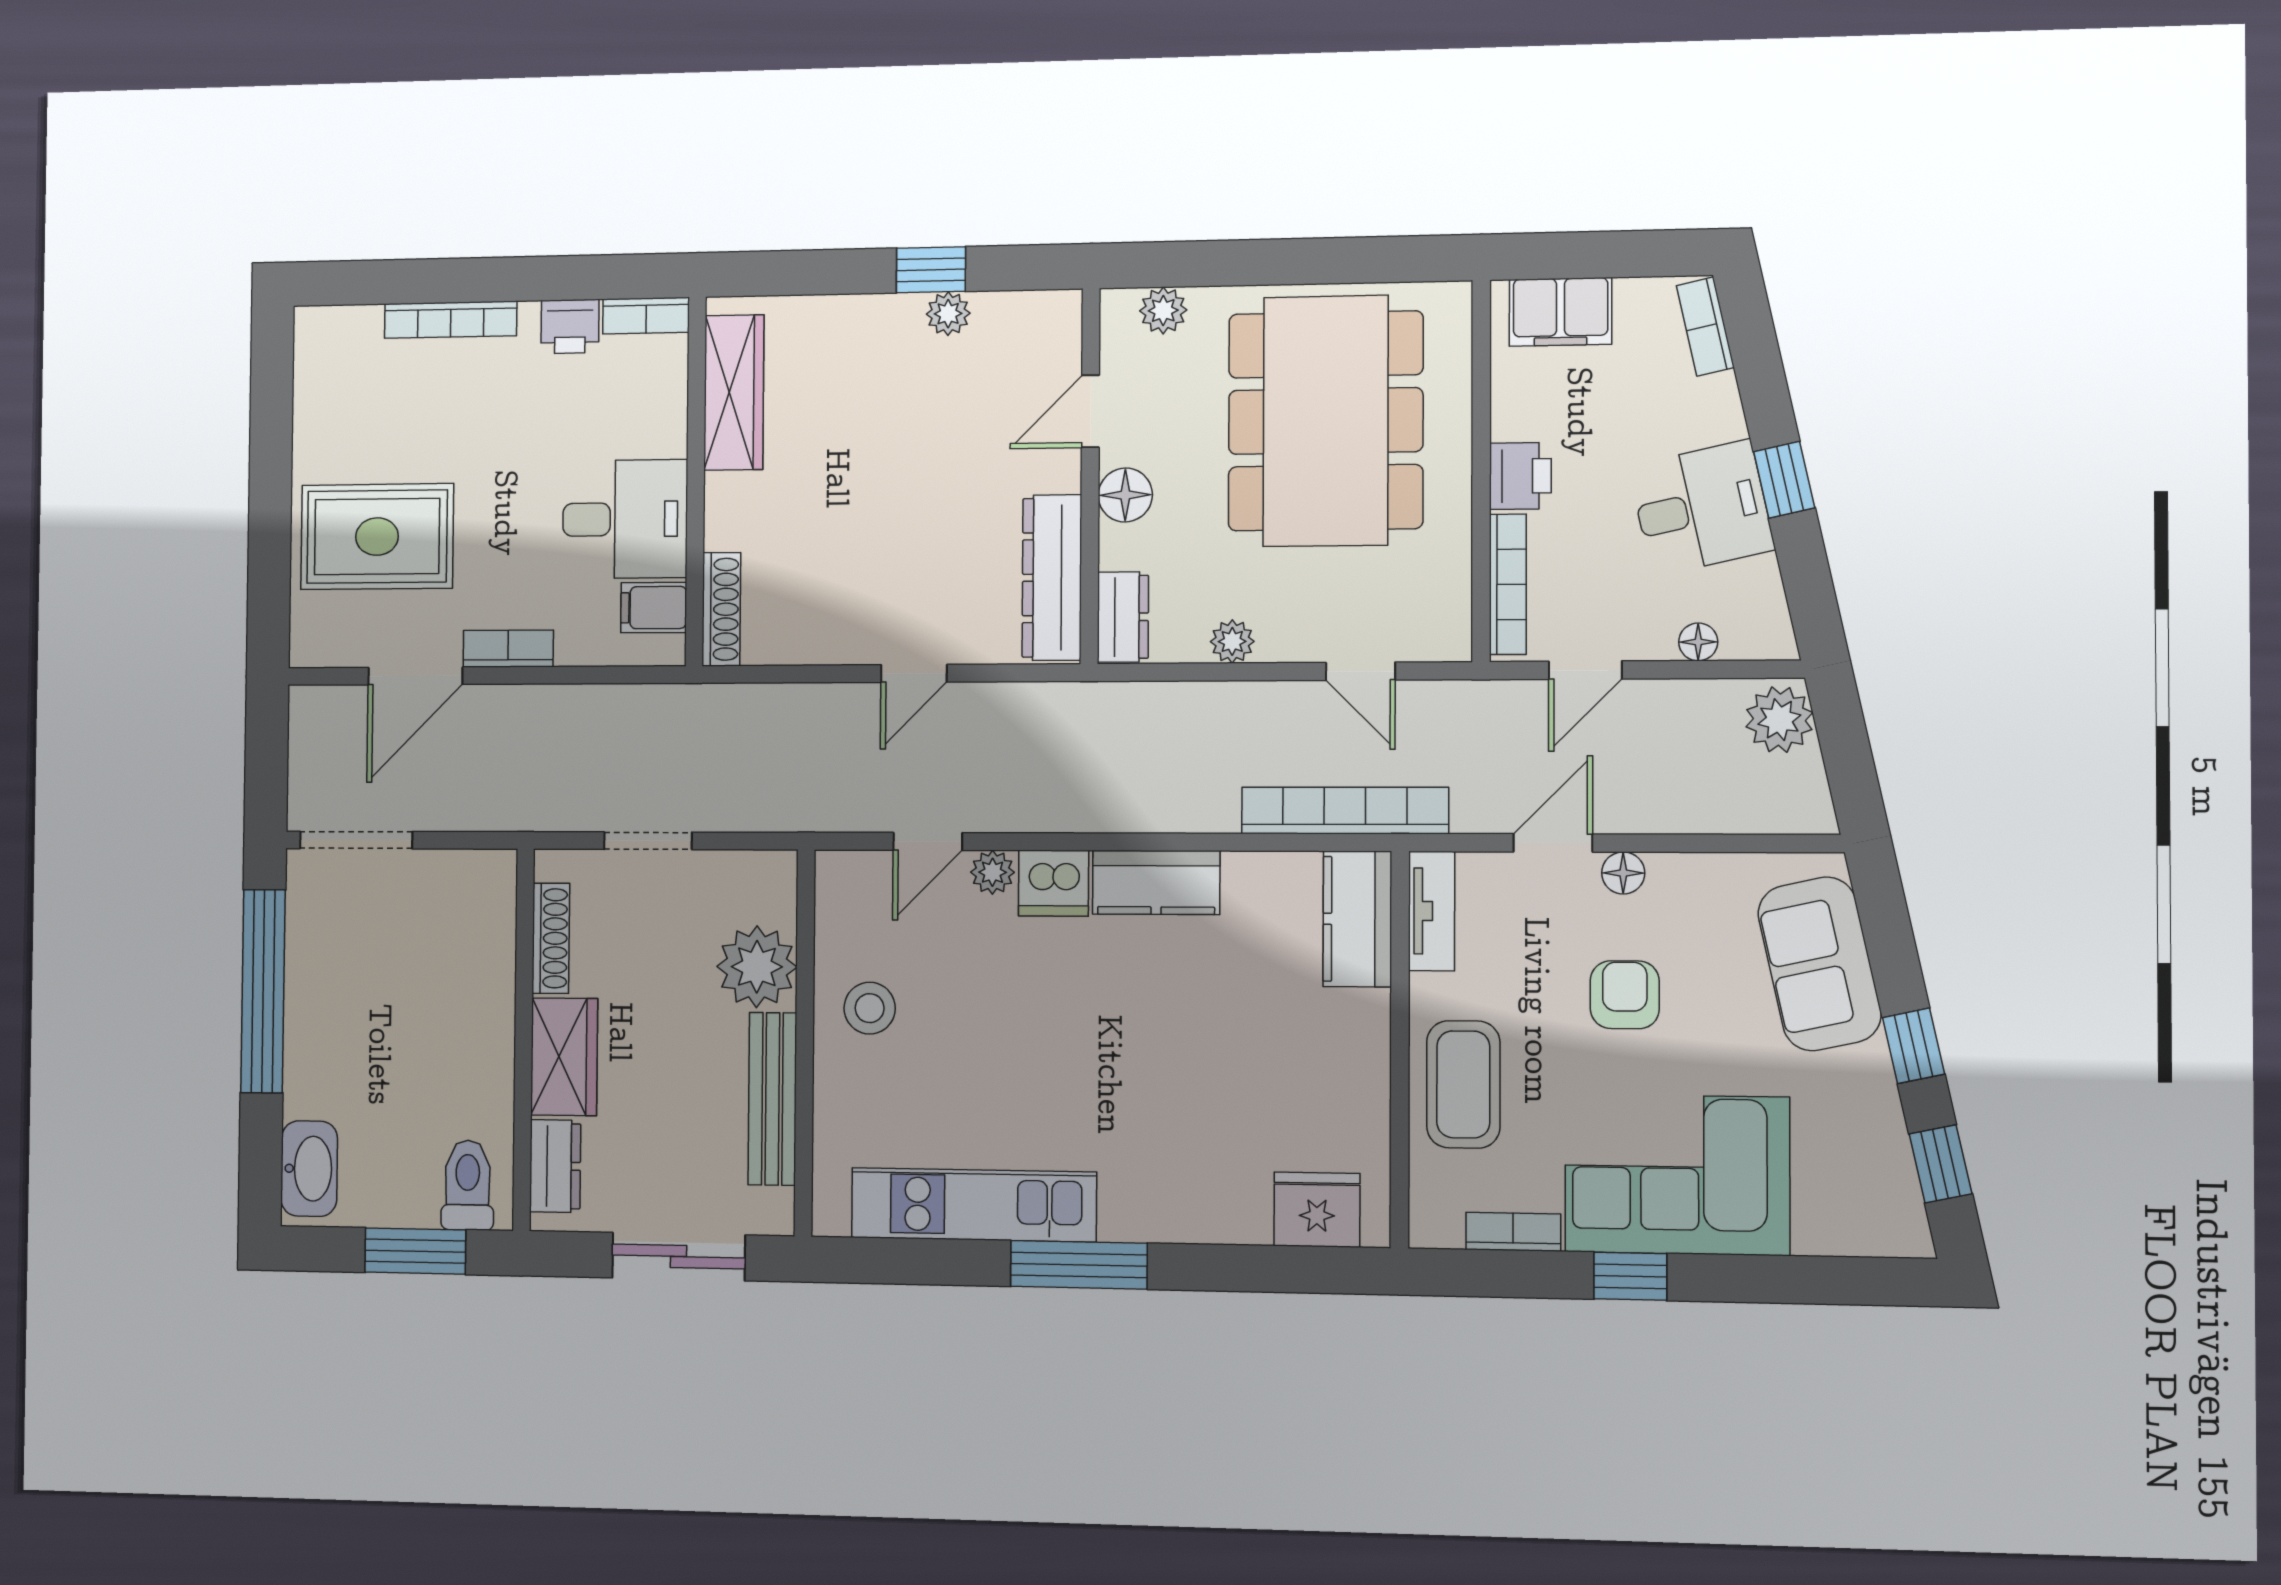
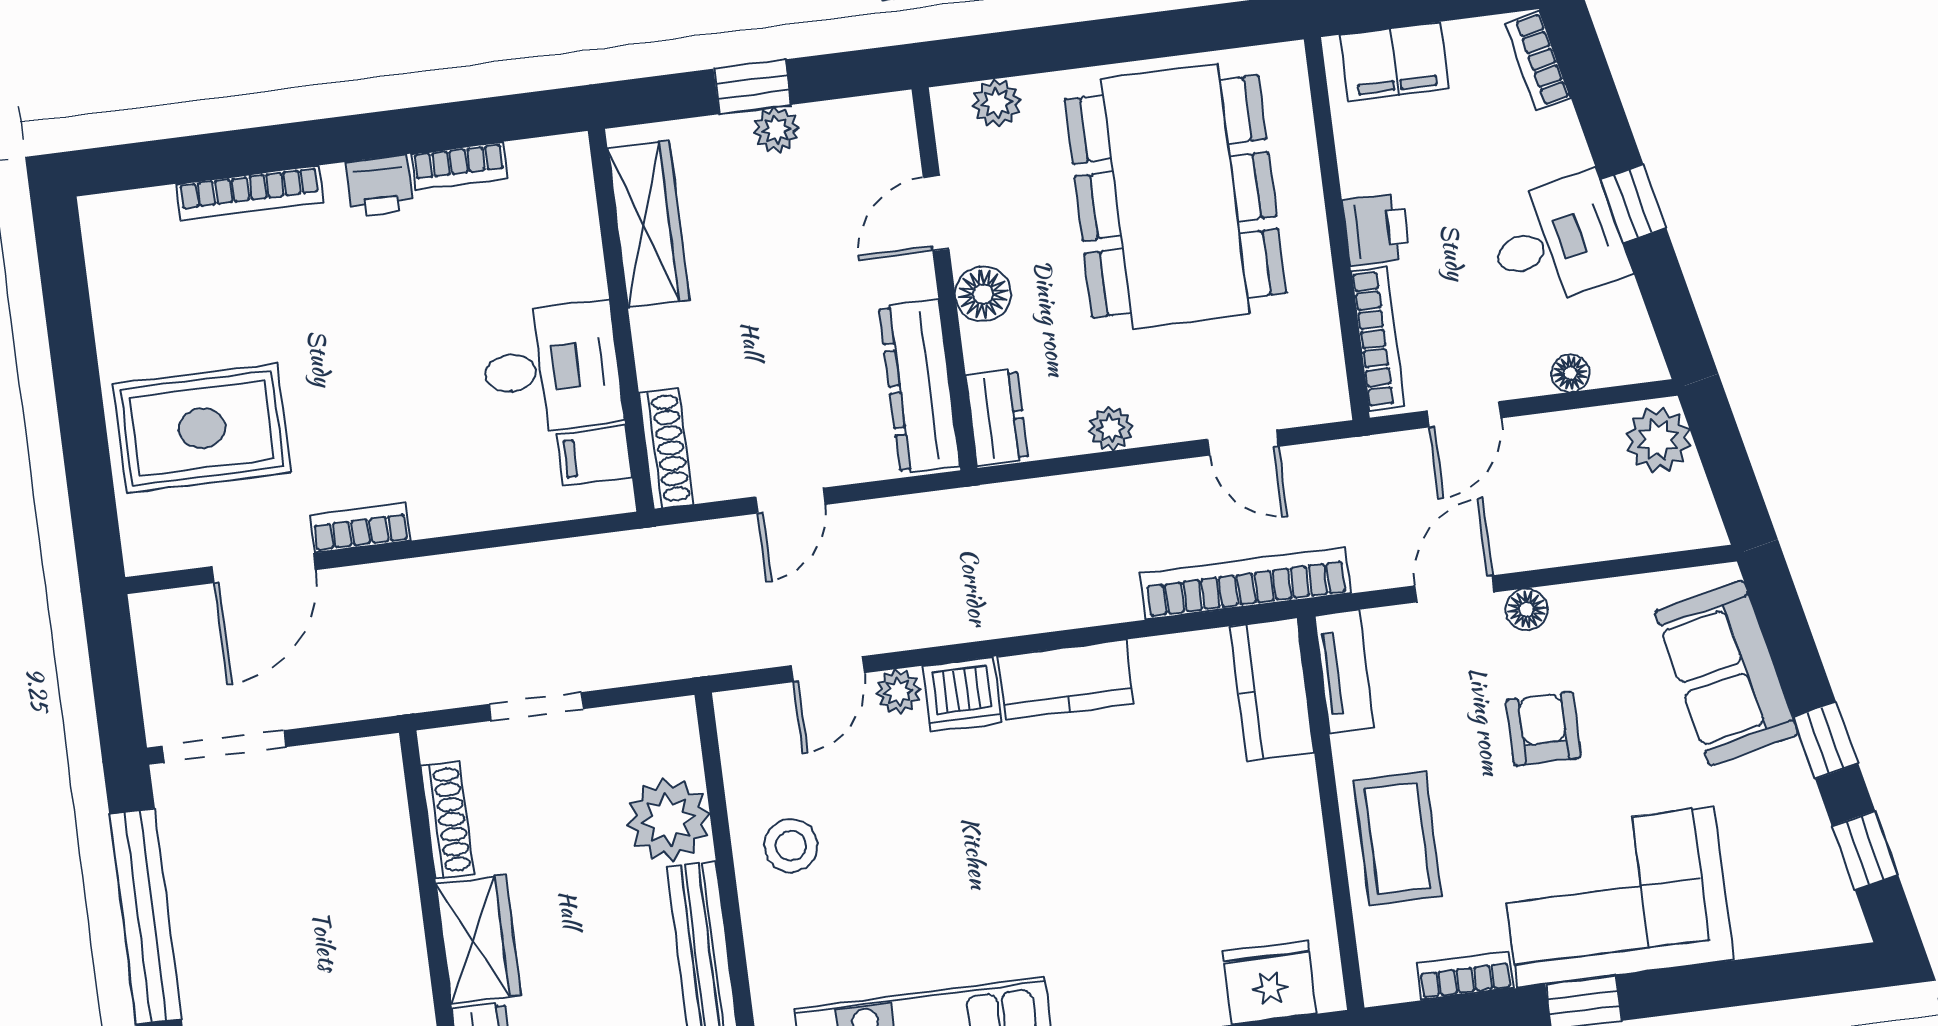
wardrobe: (734, 392) -> (648, 224), moved
wall: (696, 481) -> (621, 320), moved
desk: (625, 519) -> (551, 368), moved
filing cabinet: (654, 608) -> (594, 456), moved
shoe rack: (721, 609) -> (666, 449), moved

